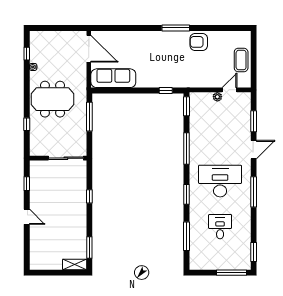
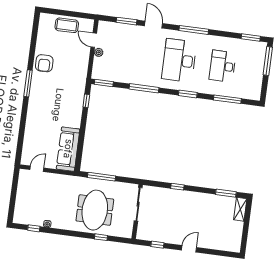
door: (89, 49) -> (37, 169), width x0.53
meeting table: (52, 99) -> (95, 210), moved
desk: (220, 227) -> (223, 66), width x1.37

